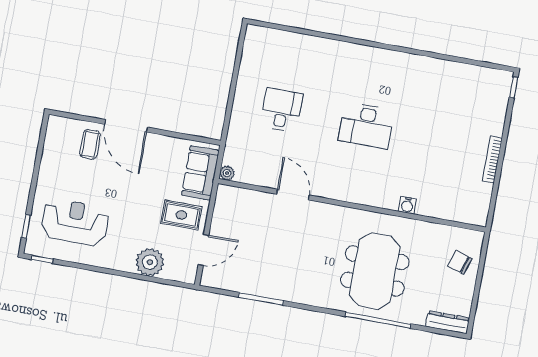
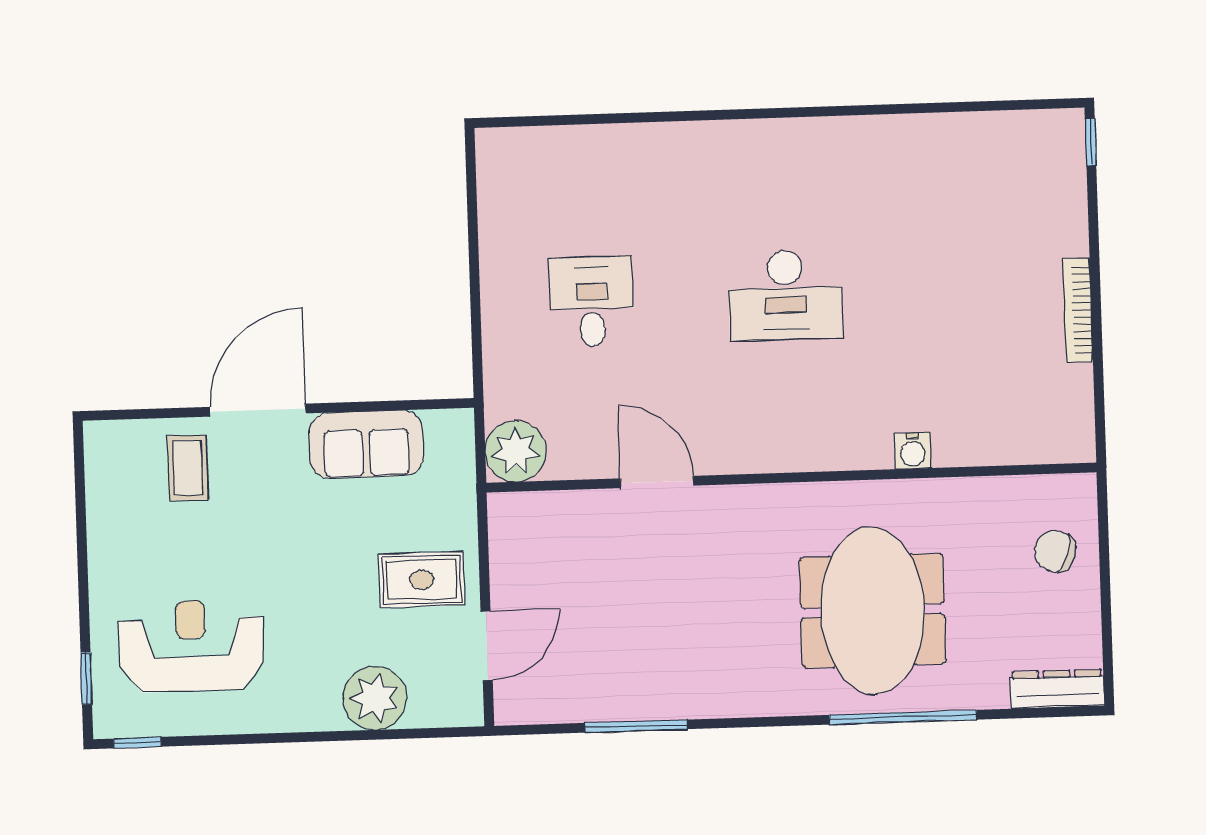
door: (126, 126) -> (258, 410), swing flipped
sofa: (200, 173) -> (366, 444), moved, turned -90
plant: (227, 173) -> (516, 451), width x1.87, depth x1.87

